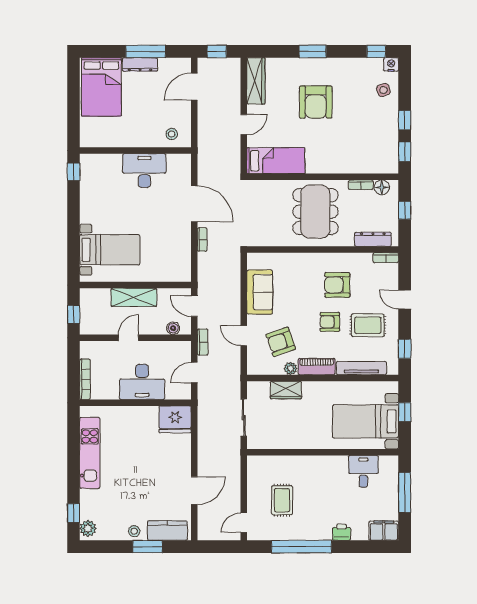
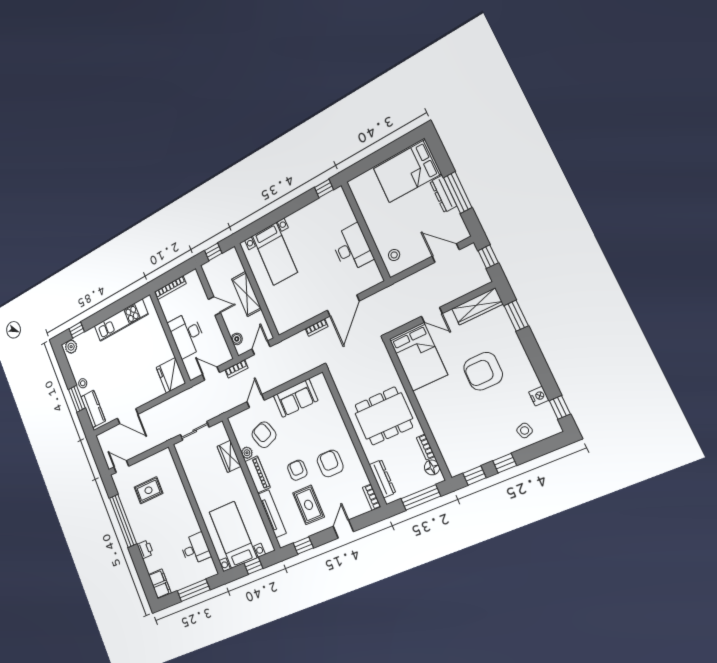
window: (313, 51) -> (516, 316), moved
nightstand: (391, 64) -> (539, 396), moved
bed: (276, 161) -> (418, 357), width x1.50
window: (405, 210) -> (421, 497), width x2.17

